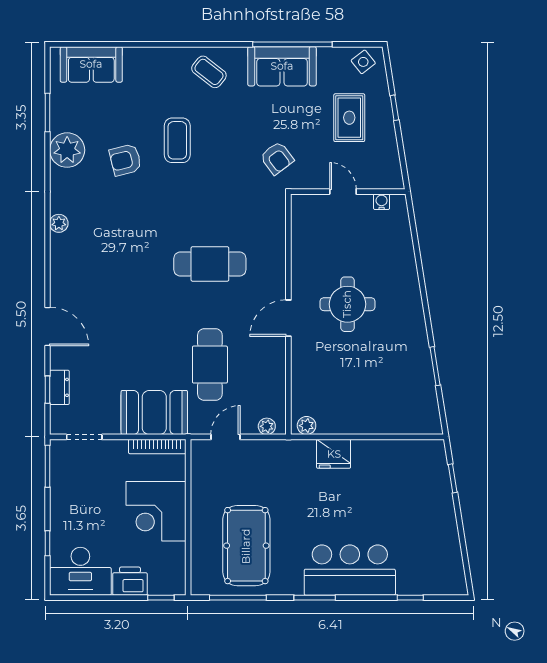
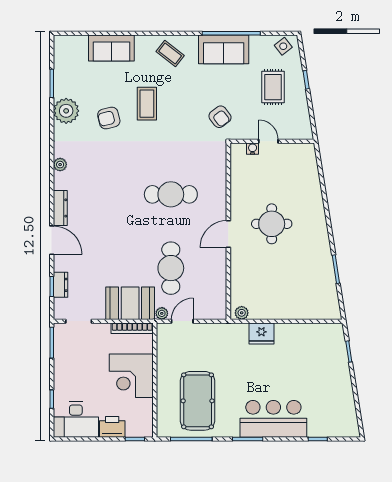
sofa: (91, 64) -> (111, 48), moved
water cooler: (382, 202) -> (253, 149), moved
dresser: (59, 283) -> (60, 208), added
plant: (267, 426) -> (162, 313), moved

